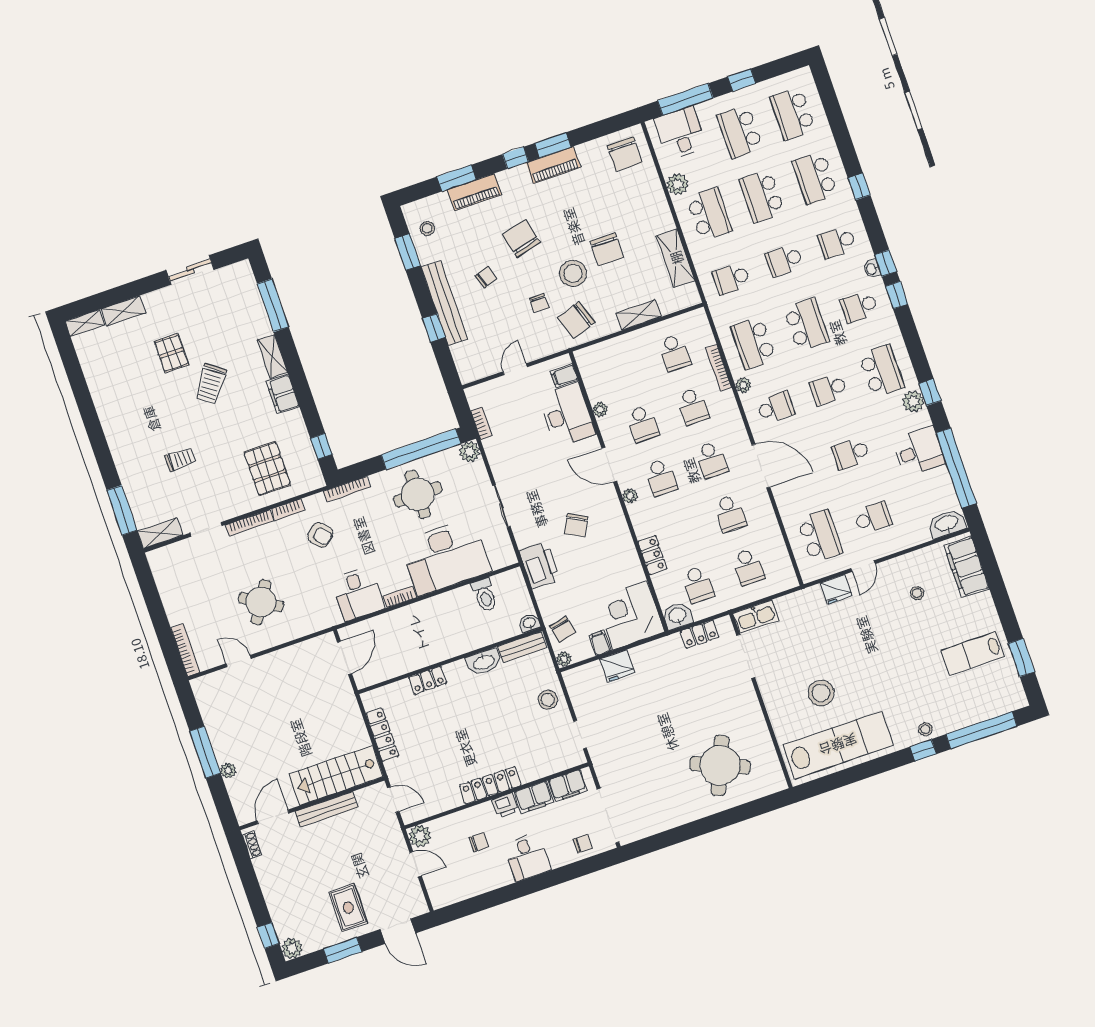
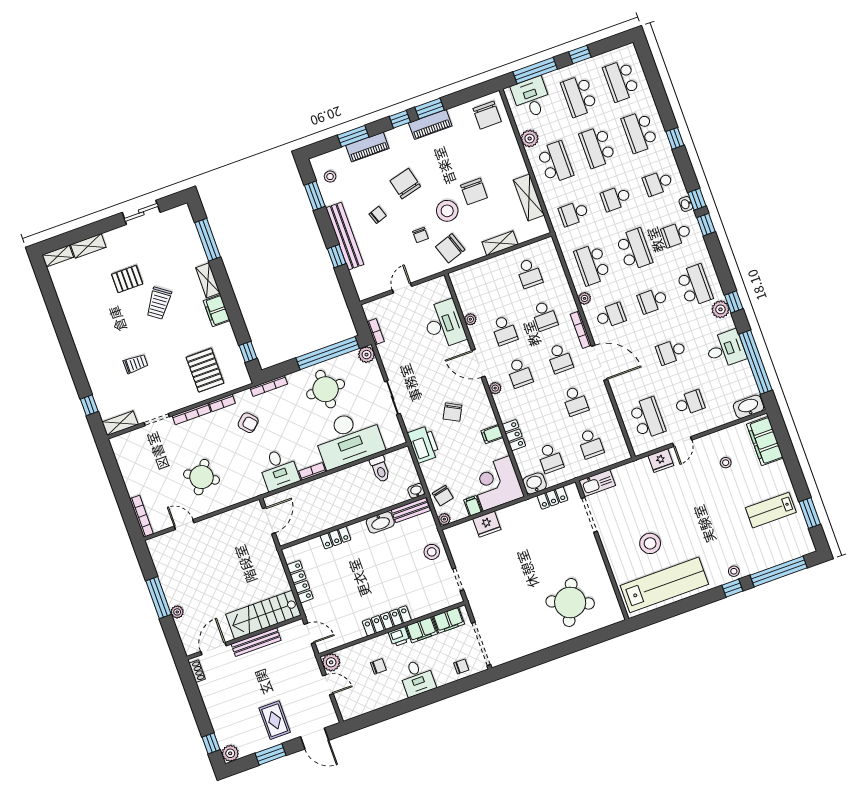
pallet: (171, 353) -> (127, 279), turned 90
bookcase: (719, 368) -> (581, 330), moved
filing cabinet: (564, 376) -> (492, 434), moved
window: (122, 510) -> (89, 405), width x0.46

